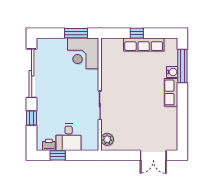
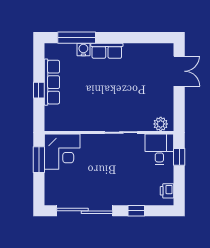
desk: (69, 137) -> (159, 149), moved, turned -90
window: (58, 155) -> (179, 157), moved

